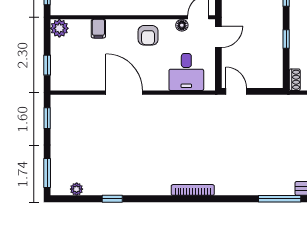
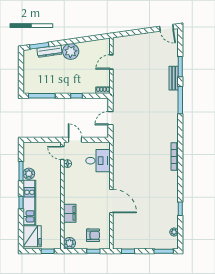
filing cabinet: (98, 29) -> (70, 213), width x2.00
armchair: (148, 35) -> (93, 235), moved
door: (236, 91) -> (110, 118), moved
door: (124, 93) -> (111, 201), swing flipped

